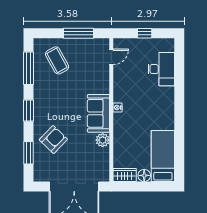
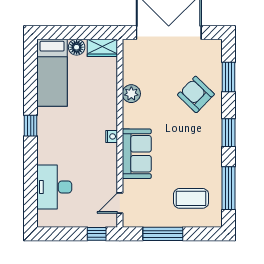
window: (145, 33) -> (97, 234), moved
coffee table: (57, 60) -> (191, 198), turned -61
sofa: (98, 113) -> (137, 154), moved
window: (179, 116) -> (31, 126), added
armchair: (53, 140) -> (196, 94), turned 90

